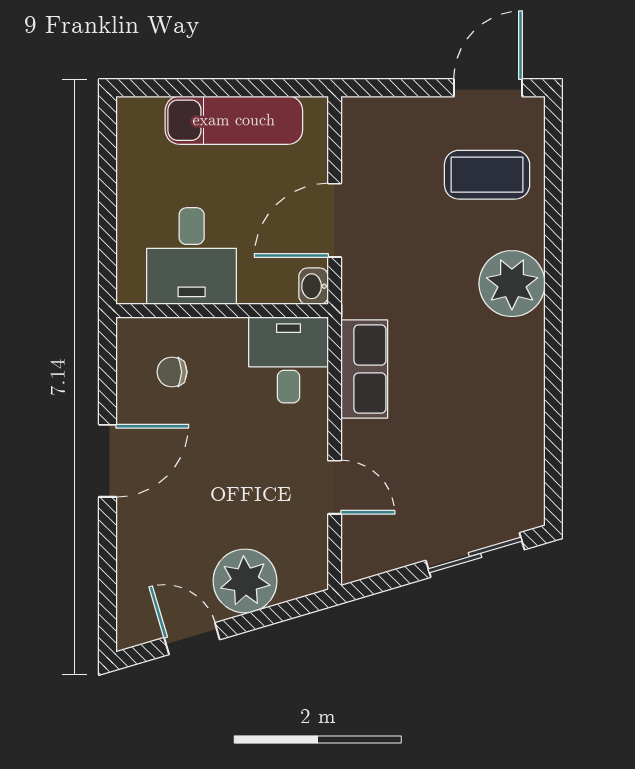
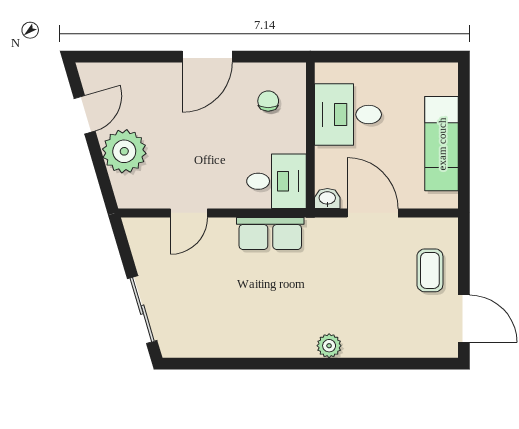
coffee table: (487, 175) -> (430, 270), moved, width x0.73, depth x0.77
plant: (512, 284) -> (329, 346), width x0.53, depth x0.53
door: (108, 461) -> (207, 57), hinge flipped

